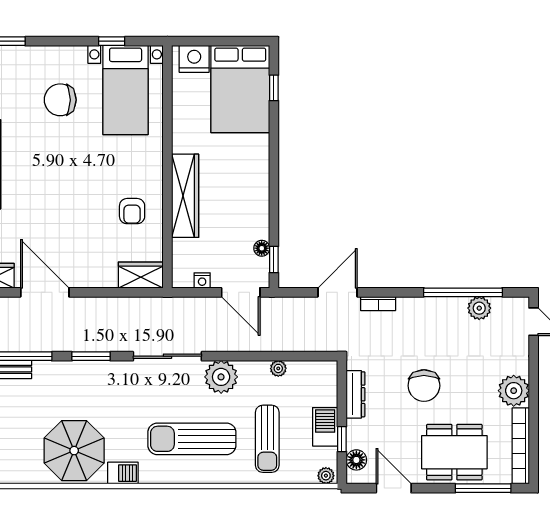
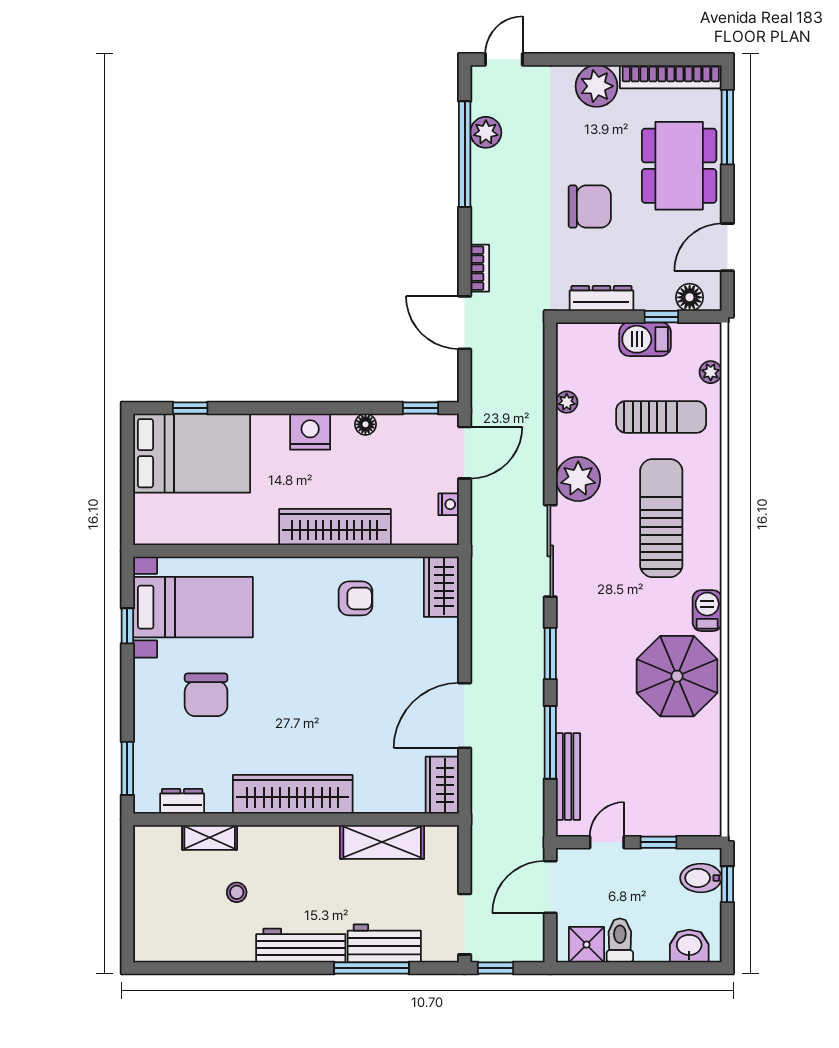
nightstand: (194, 59) -> (310, 432), moved, turned 90
floor lamp: (262, 248) -> (365, 424), moved
sun lounger: (192, 439) -> (661, 518), turned 180
plant: (326, 476) -> (711, 372), moved

